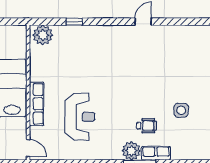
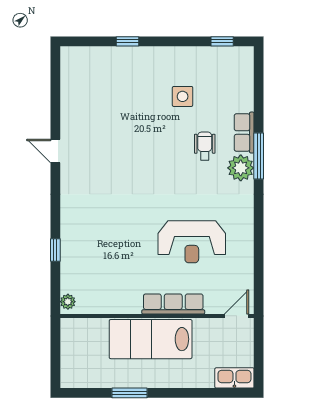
plant: (43, 35) -> (68, 302), width x0.53, depth x0.53
reception desk: (80, 117) -> (192, 242), turned 180

